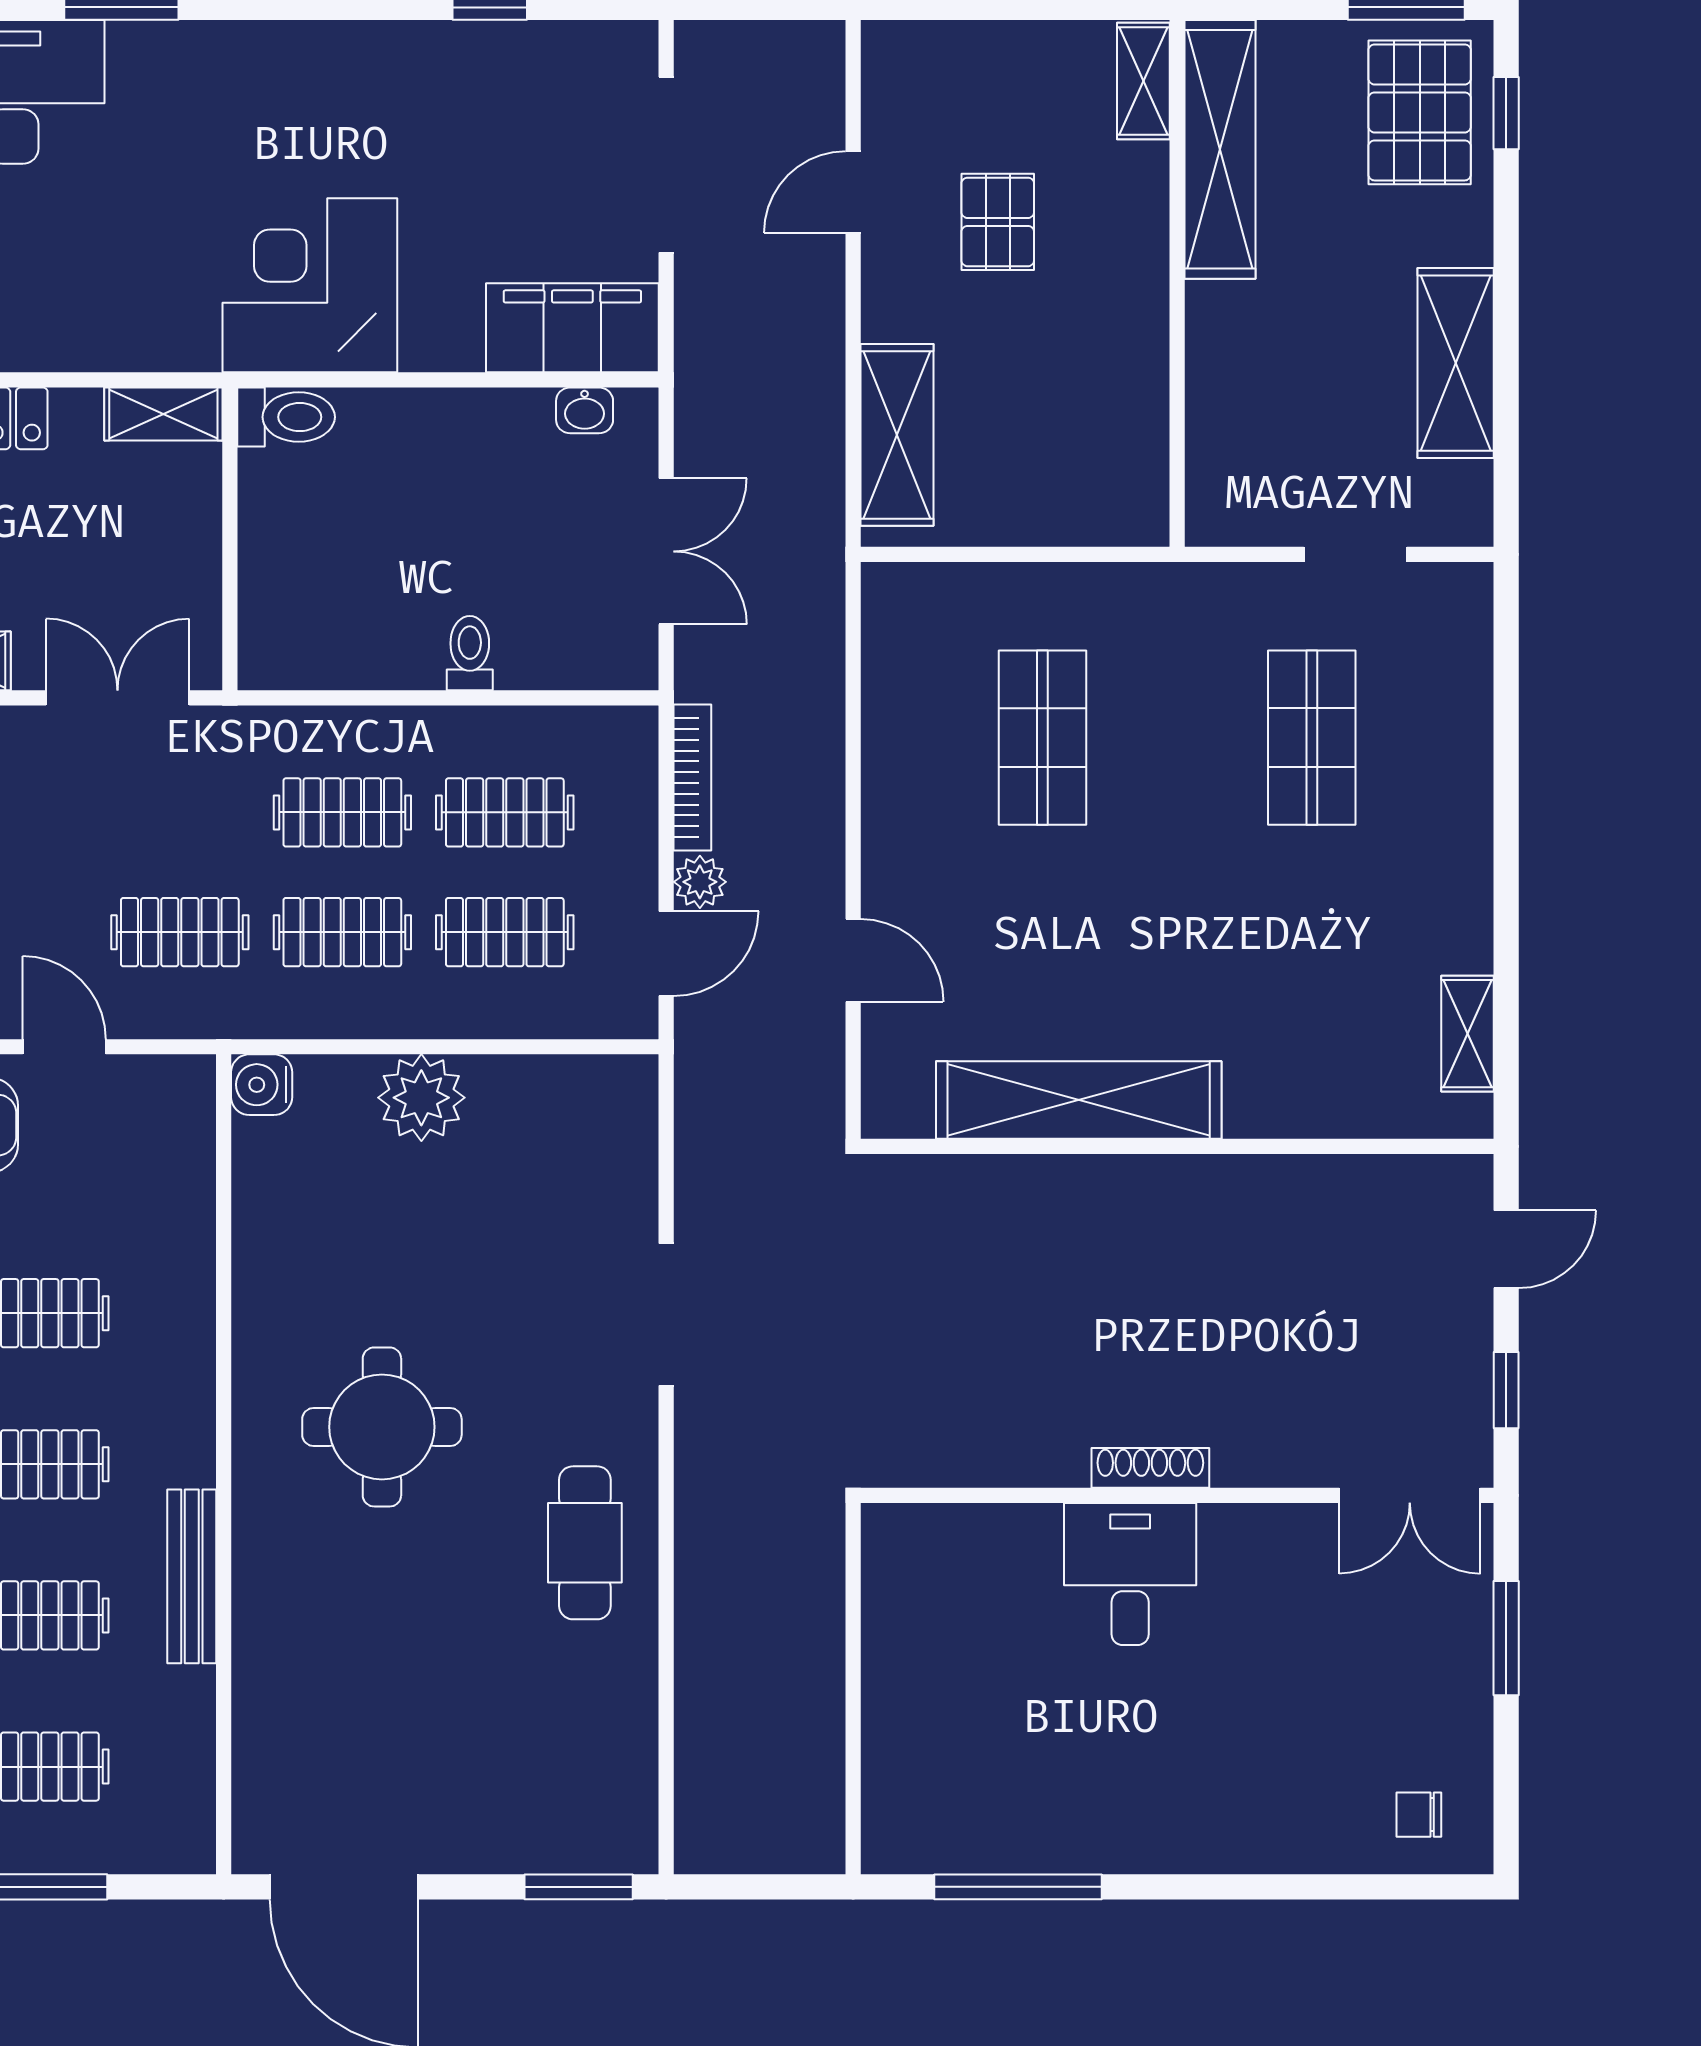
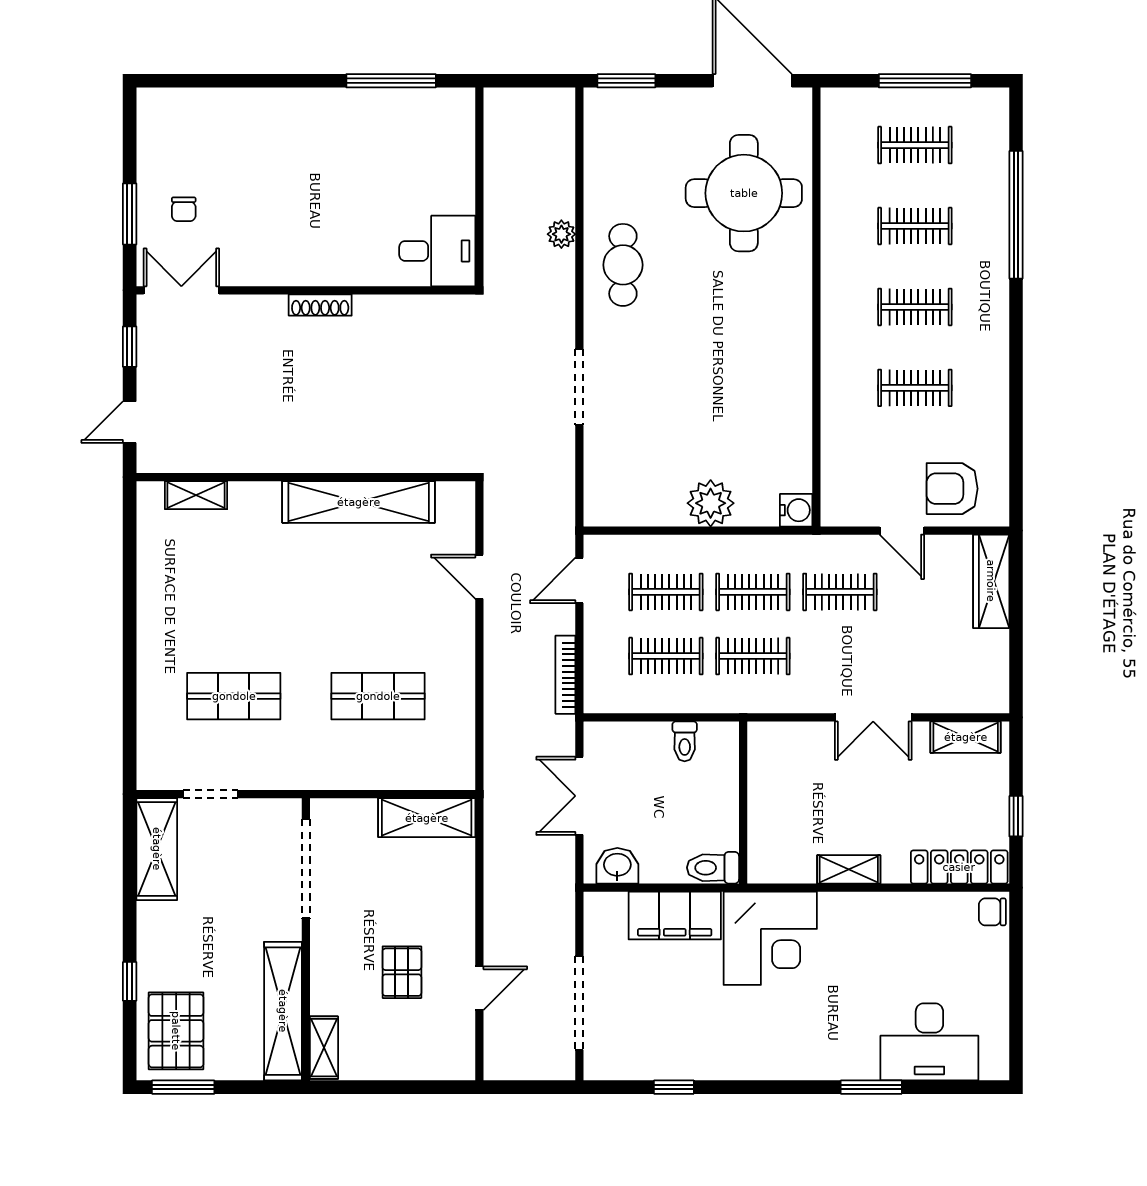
window: (1506, 113) -> (130, 981), moved
filing cabinet: (572, 328) -> (675, 916), moved
shelving: (1456, 363) -> (157, 849), moved
washbasin: (585, 410) -> (617, 866), width x1.38, depth x1.45
doorway: (1177, 415) -> (306, 869), added
toilet: (286, 417) -> (713, 868), moved
shelving: (897, 435) -> (427, 818), moved, turned 90
wall: (230, 539) -> (743, 802), moved
shop shelf: (1042, 738) -> (378, 696), turned 90
shop shelf: (1312, 738) -> (234, 696), turned 90
plant: (700, 882) -> (561, 234), moved
shelving: (1468, 1034) -> (196, 495), moved, turned 90
round table: (382, 1427) -> (744, 193), moved, width x1.36, depth x1.36
desk: (1130, 1574) -> (437, 251), moved, turned -90
bench: (192, 1576) -> (833, 247), removed
chair: (1419, 1815) -> (184, 209), moved, turned 90

